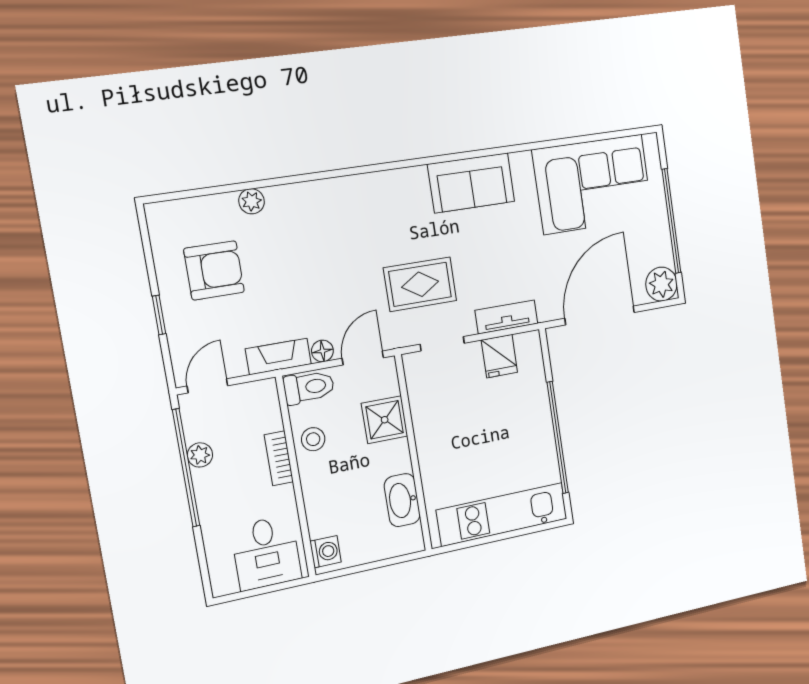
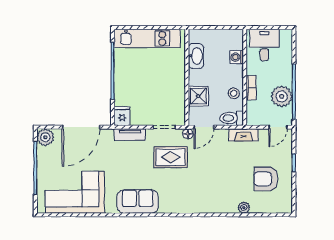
floor lamp: (322, 351) -> (188, 134), moved
fridge: (499, 356) -> (122, 116), moved
plant: (200, 455) -> (282, 96), width x1.88, depth x1.88
washing machine: (326, 552) -> (237, 57), moved

